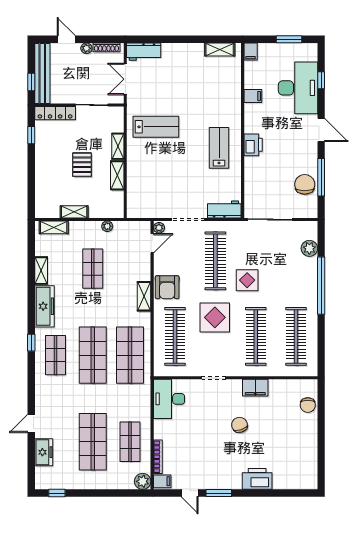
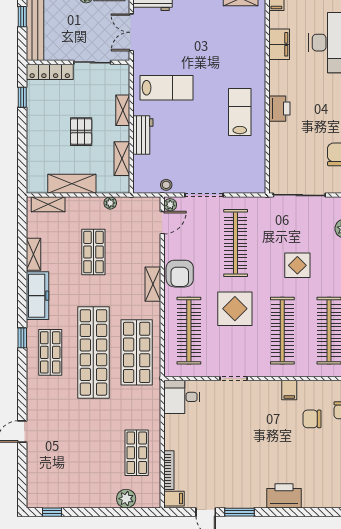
window: (31, 82) -> (22, 17), moved
filing cabinet: (253, 96) -> (279, 44), width x2.00
shelving: (117, 175) -> (122, 159), moved
workbench: (224, 209) -> (143, 135), moved, turned 90
stool: (156, 211) -> (166, 185), added
shelving: (74, 212) -> (72, 184), width x1.50, depth x1.33
display table: (247, 280) -> (297, 265), moved
shop shelf: (93, 355) -> (93, 352), width x1.40
filing cabinet: (255, 388) -> (289, 390), width x0.50
desk: (169, 399) -> (182, 397), width x0.73
chair: (240, 425) -> (312, 419), moved, turned -72
shop shelf: (93, 442) -> (93, 453), removed
freezer: (44, 452) -> (37, 465), removed
plant: (143, 481) -> (126, 499), moved

